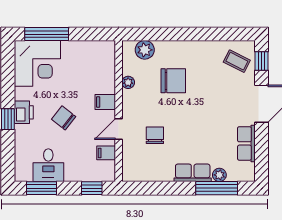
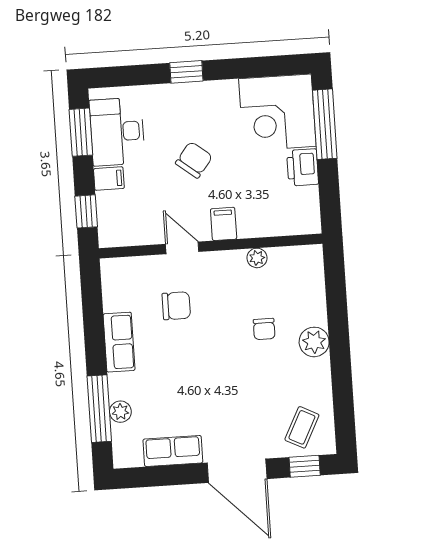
plant: (145, 50) -> (314, 342), moved
chair: (173, 81) -> (264, 329), width x0.54, depth x0.54
printer: (24, 112) -> (303, 167), moved, turned 90
filing cabinet: (106, 153) -> (109, 179), moved, turned 90
desk: (48, 165) -> (117, 132), width x1.37
row of seats: (193, 173) -> (119, 342), moved

